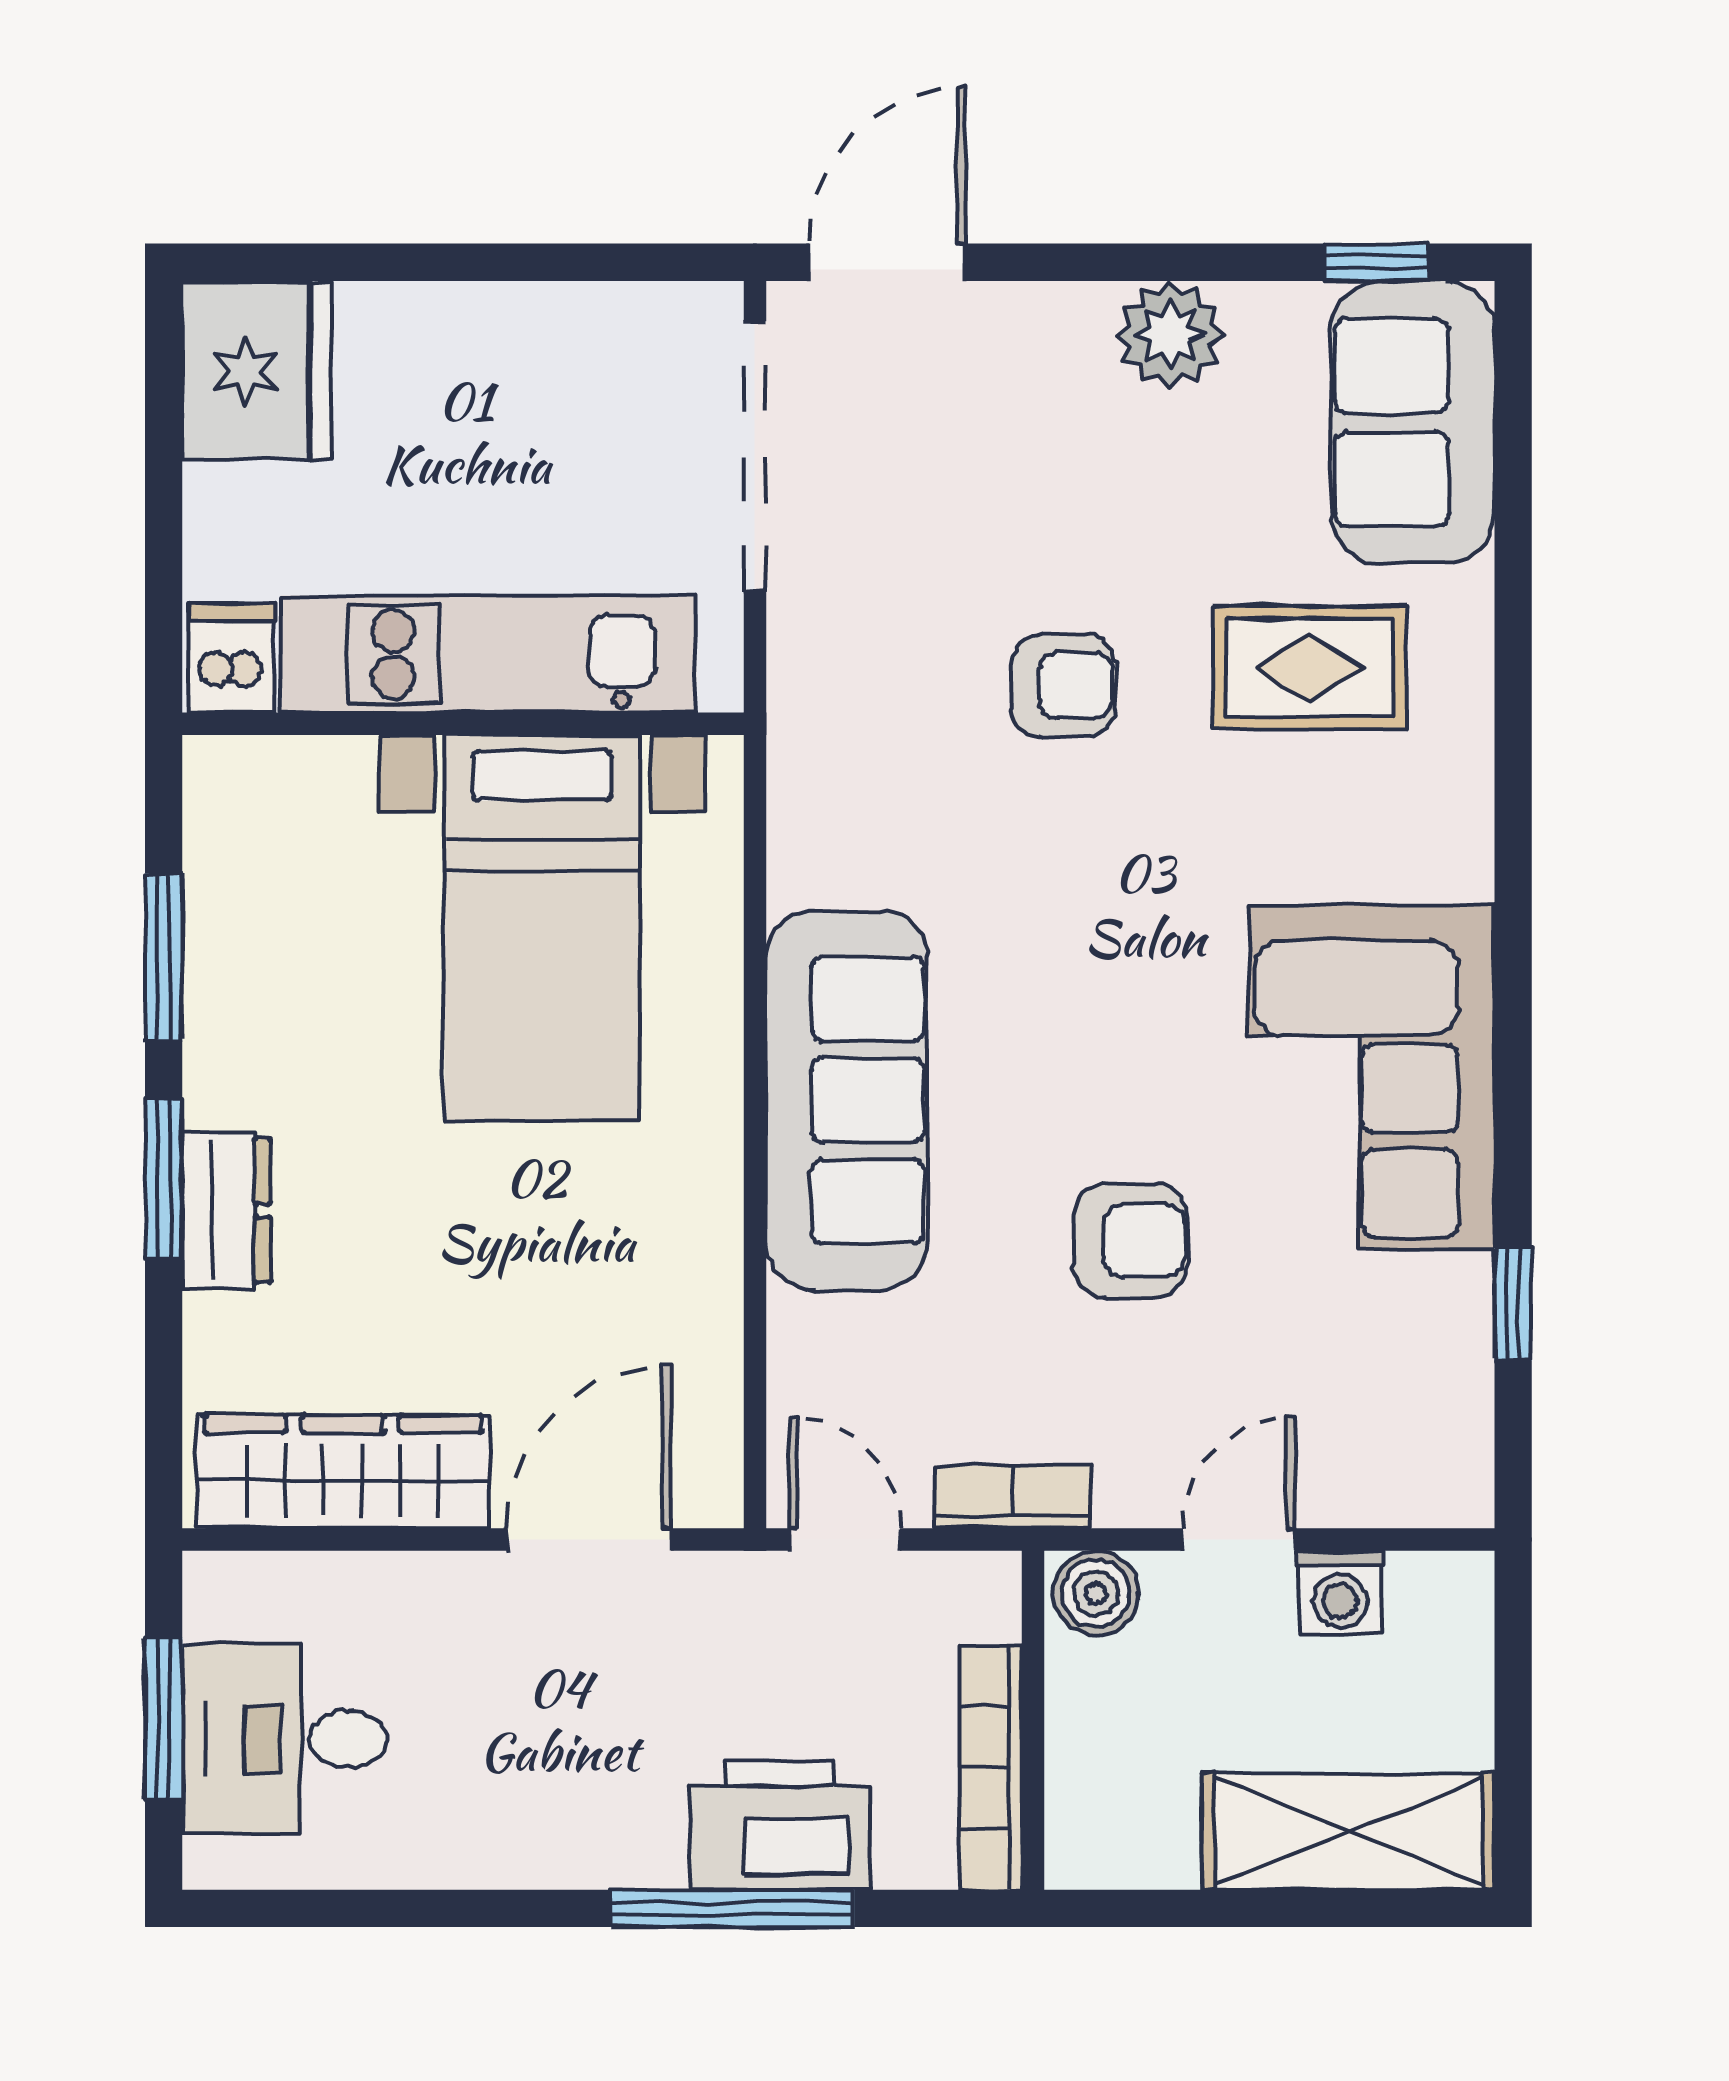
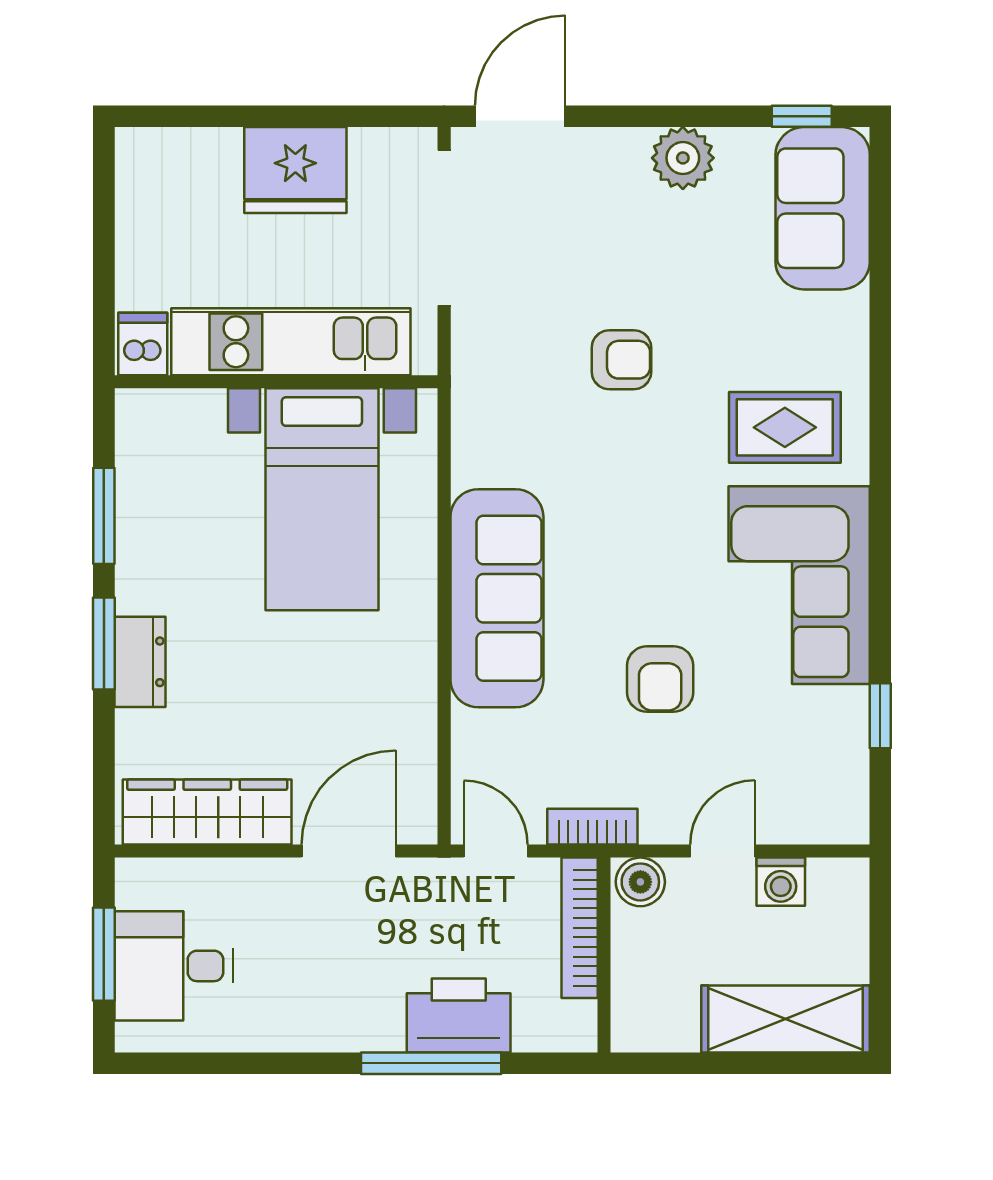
fridge: (257, 371) -> (295, 170), moved, turned 90
rug: (1310, 668) -> (785, 427), moved
armchair: (1130, 1240) -> (660, 679), turned 90
bookcase: (991, 1768) -> (580, 928), moved

